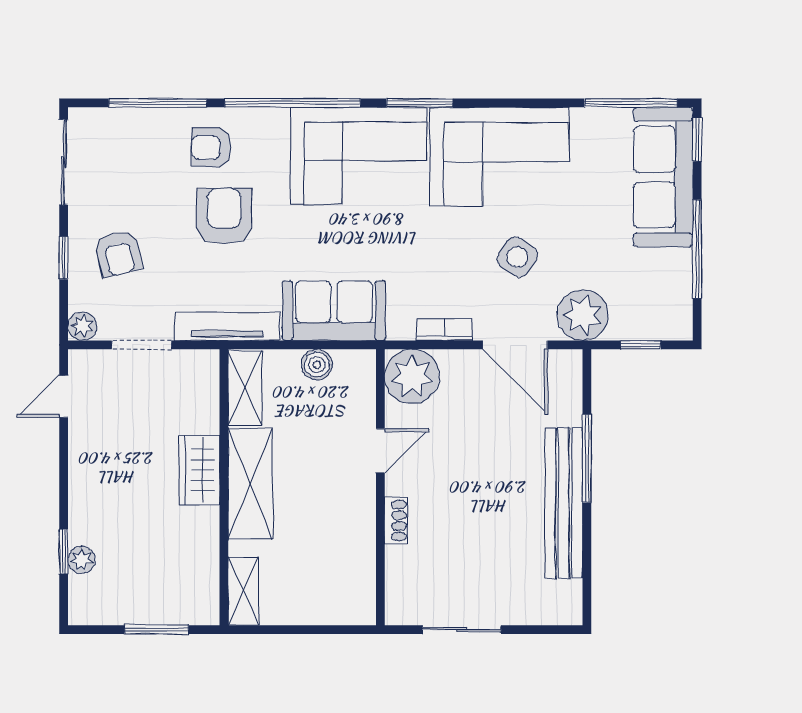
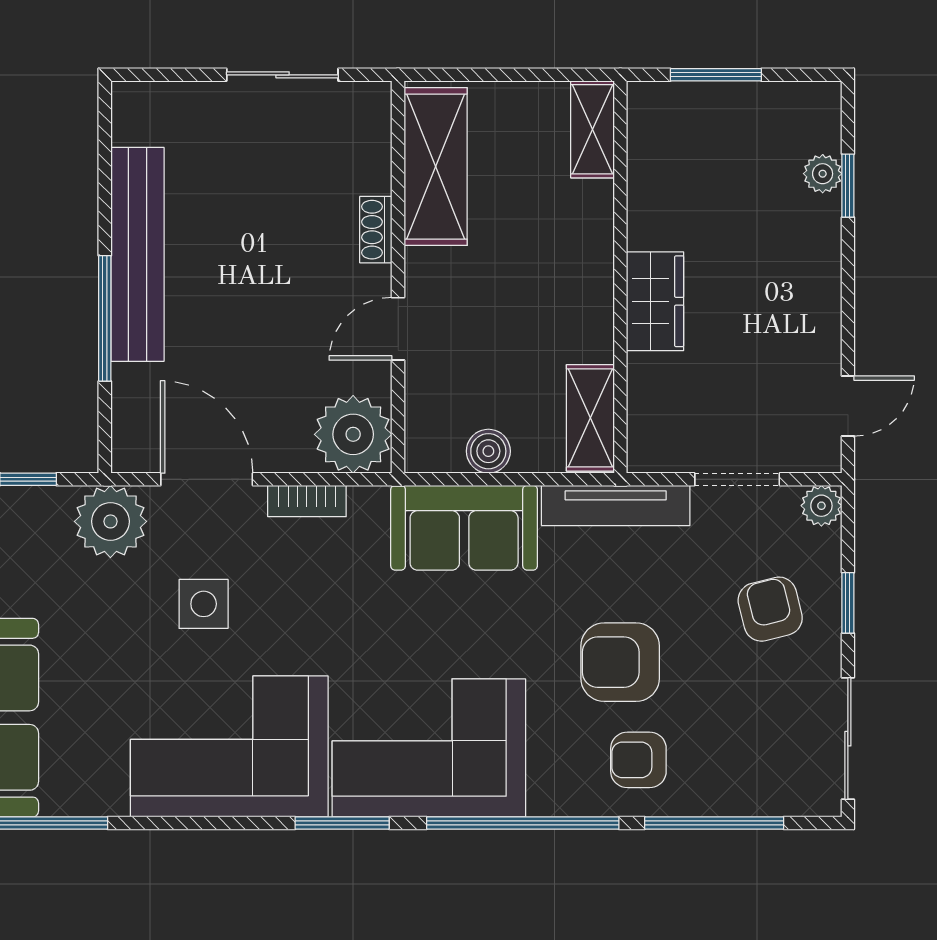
armchair: (211, 147) -> (638, 760), turned 180
armchair: (224, 216) -> (620, 662), turned 90
side table: (517, 257) -> (204, 604), turned -33
shelving: (250, 484) -> (436, 167), moved

